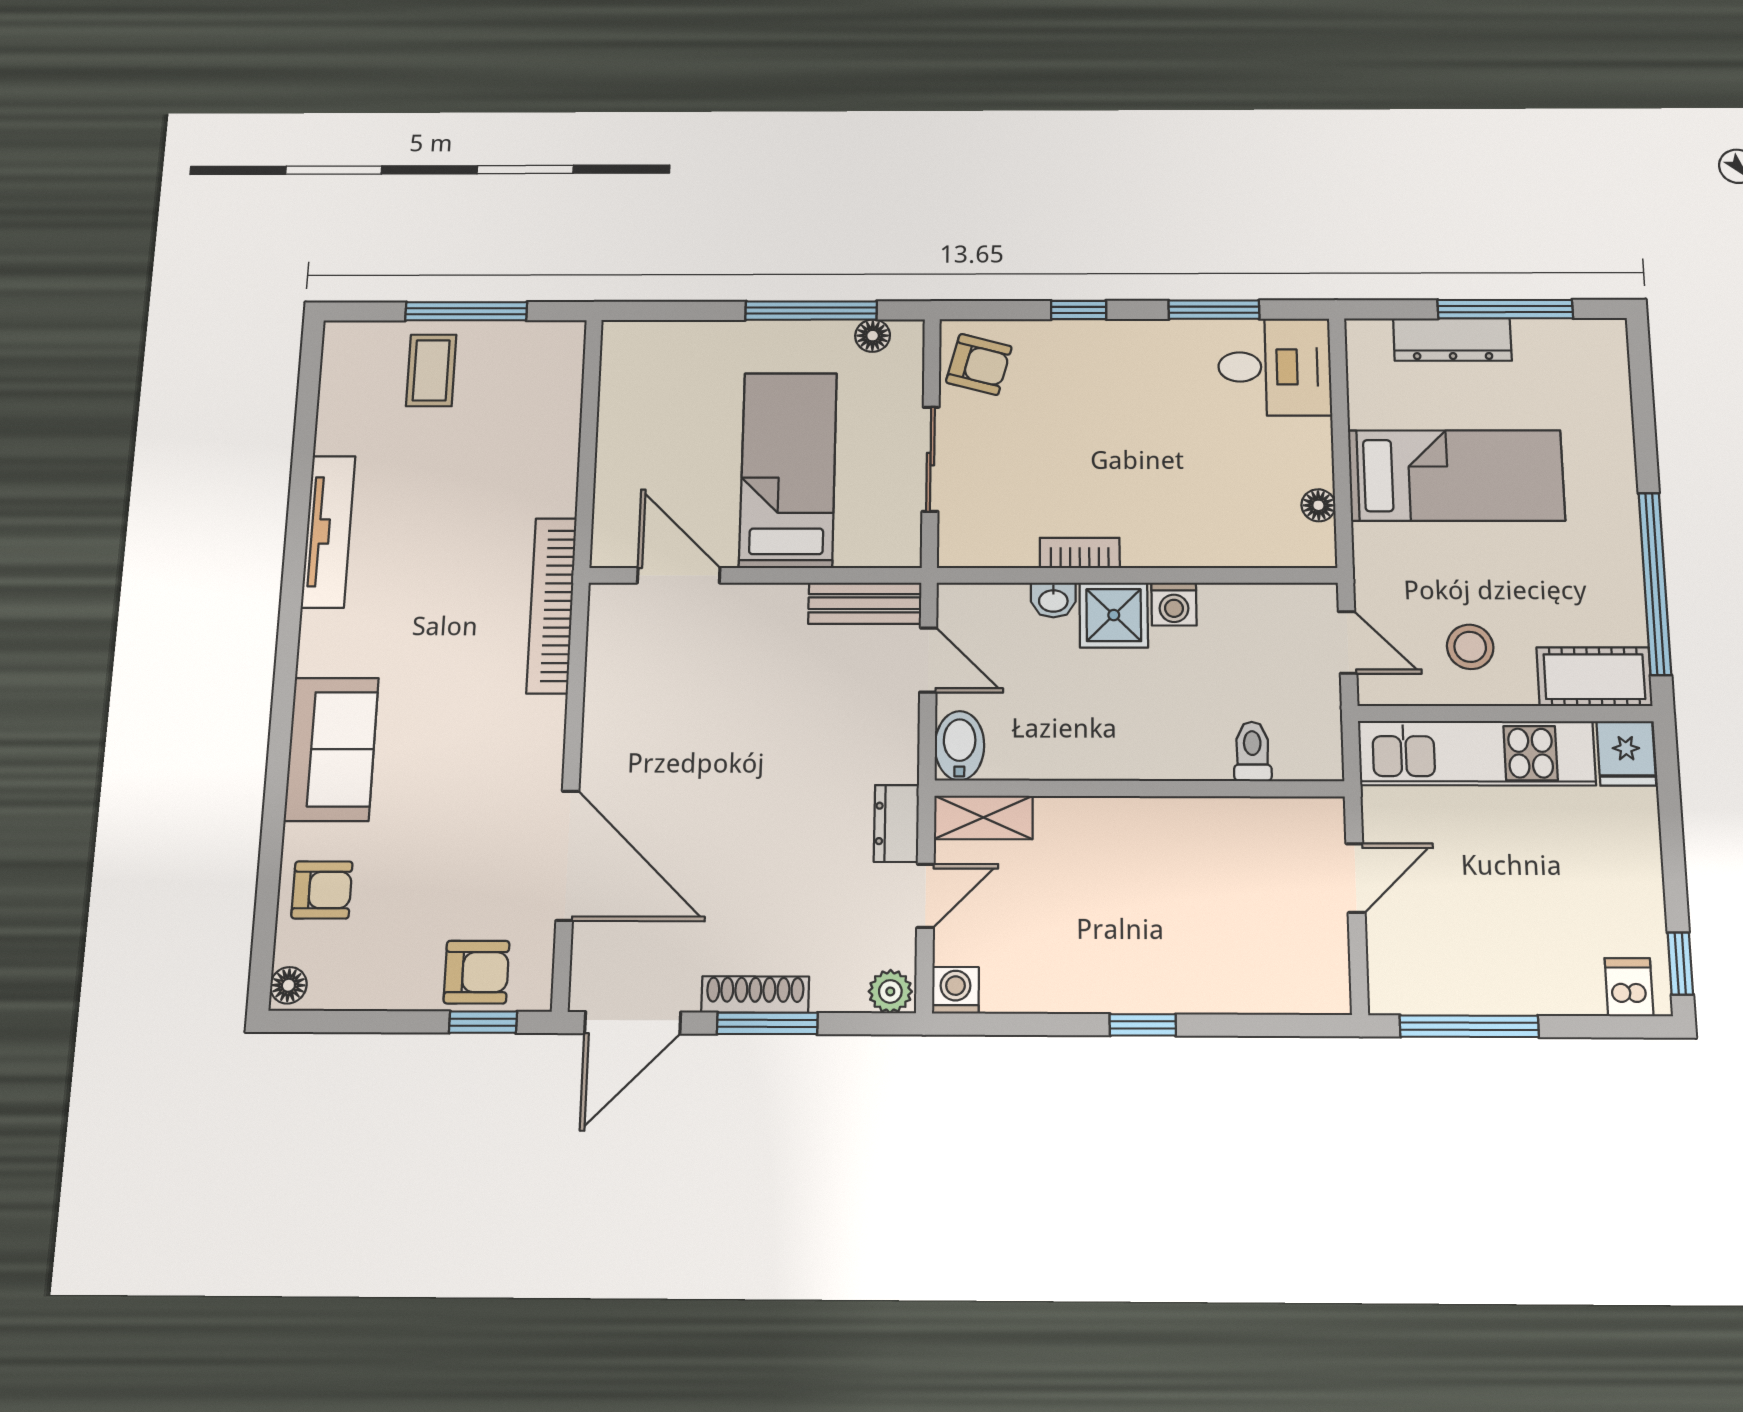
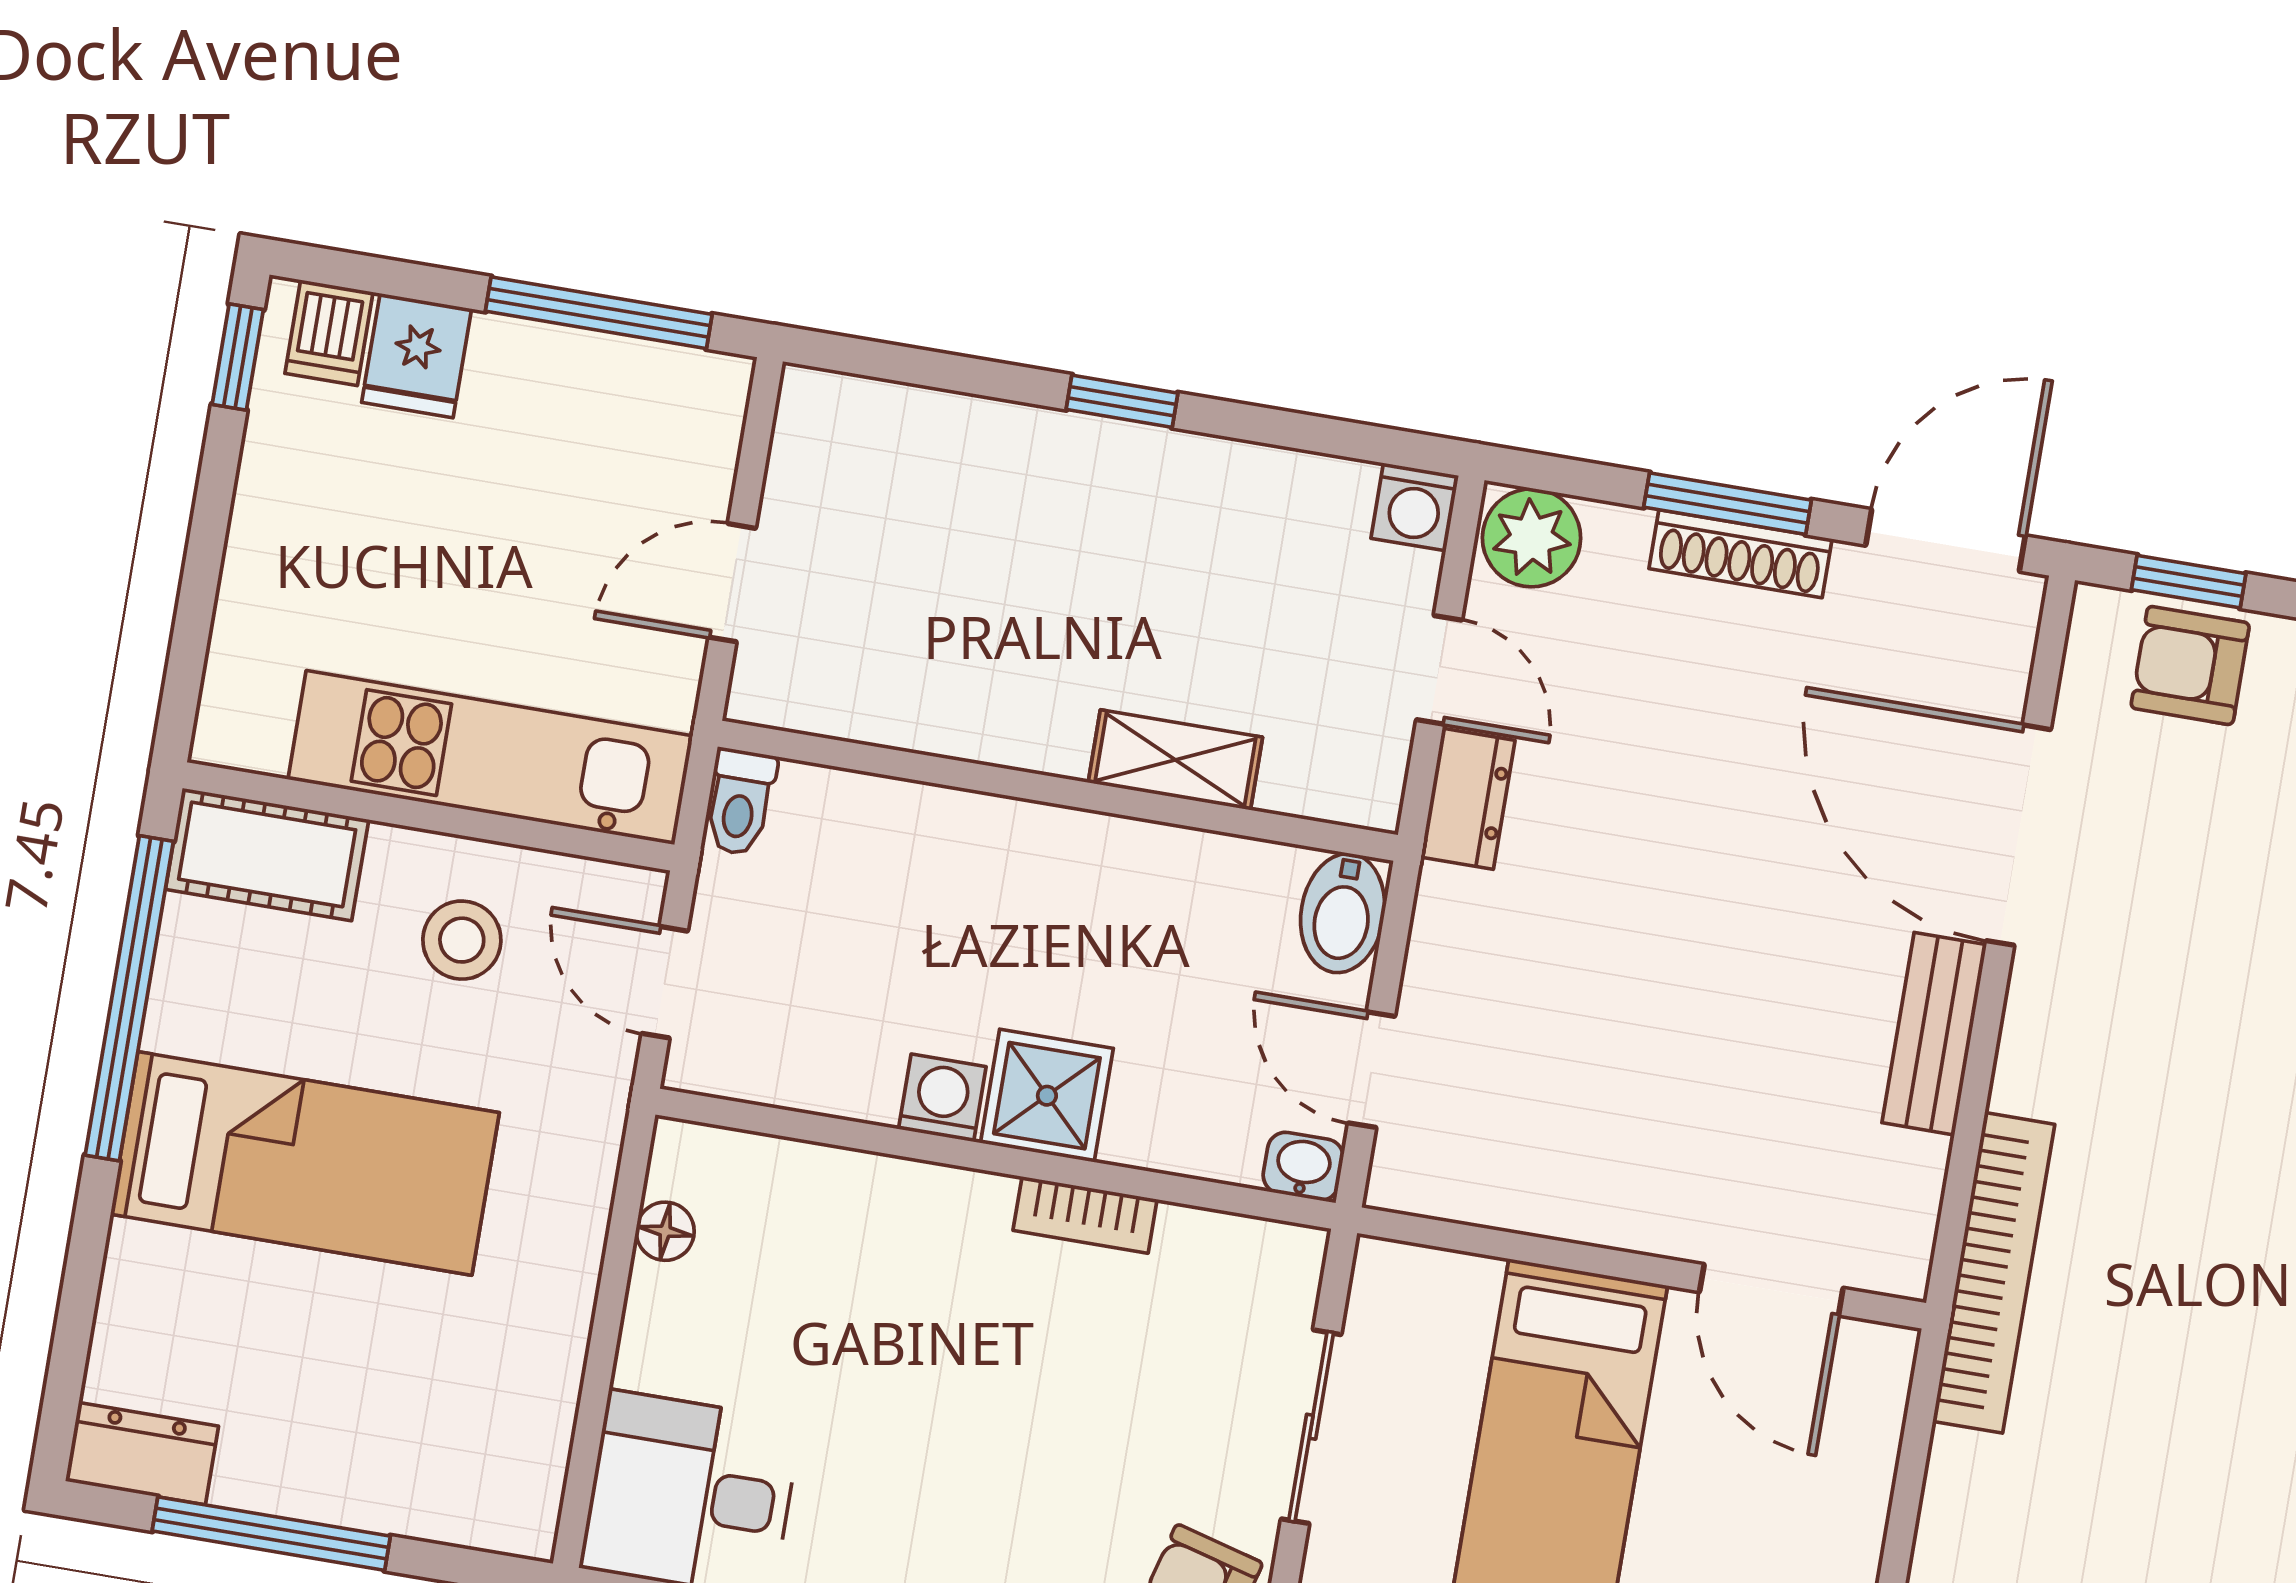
dresser: (1452, 339) -> (142, 1454), moved, width x0.70
bed: (1456, 476) -> (305, 1163), moved, turned 180
washbasin: (1053, 600) -> (1303, 1166), moved
bench: (865, 603) -> (1934, 1034), moved, turned 90
toilet: (1252, 751) -> (740, 802), moved
fridge: (1626, 753) -> (417, 356), moved, turned 180
shelving: (983, 817) -> (1175, 760), moved
door: (925, 896) -> (1439, 670), swing flipped
plant: (890, 991) -> (1532, 538), width x1.38, depth x1.38

